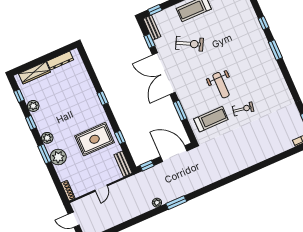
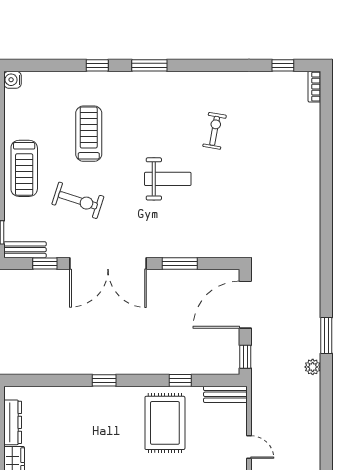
exercise bike: (189, 44) -> (78, 200), turned 80
exercise bike: (243, 109) -> (215, 131), moved
treadmill: (211, 119) -> (89, 134), moved

